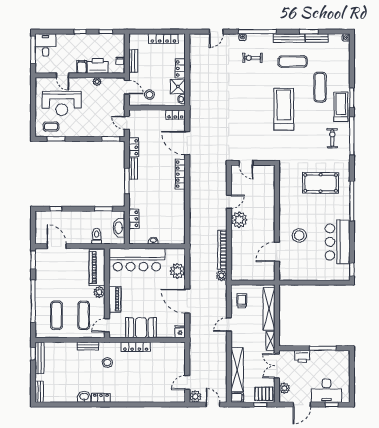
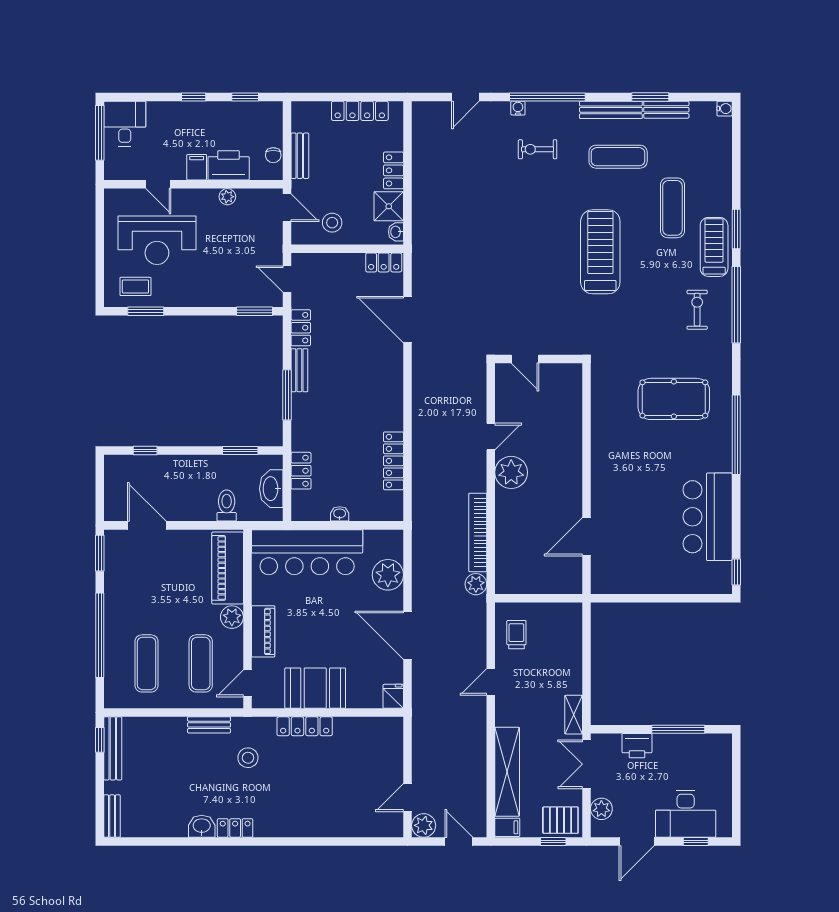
locker: (180, 174) -> (393, 461), moved
stool: (299, 235) -> (631, 504), removed
shelving: (269, 309) -> (571, 651), removed

